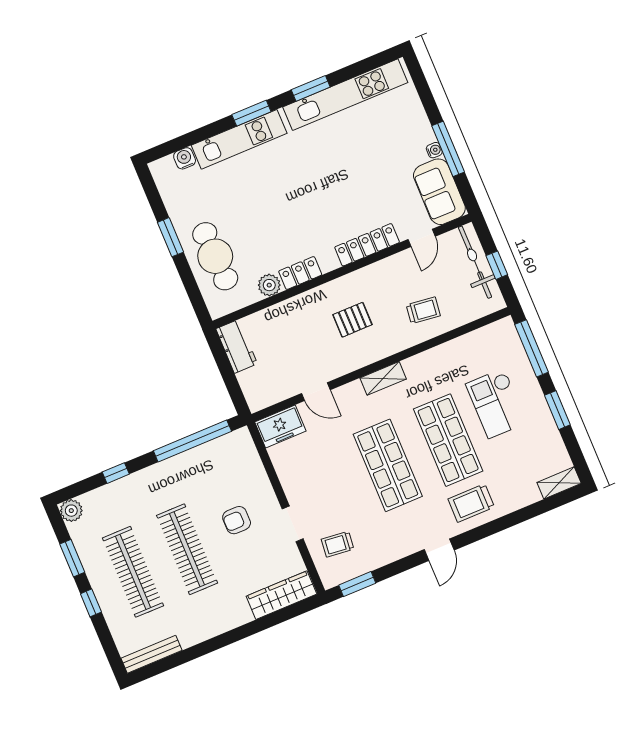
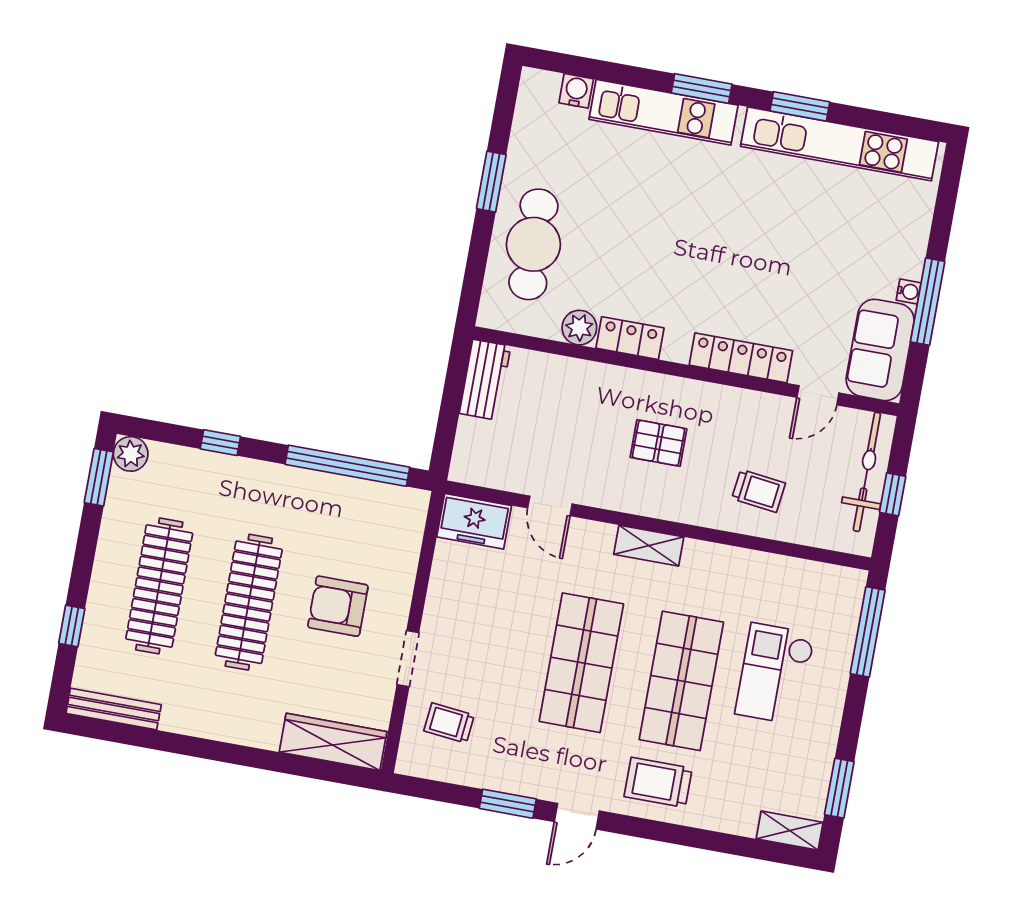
window: (557, 410) -> (839, 788), moved
armchair: (237, 520) -> (338, 606), width x1.38, depth x1.38
window: (72, 558) -> (99, 477), moved
window: (357, 584) -> (508, 804), moved
window: (91, 603) -> (72, 626), moved

